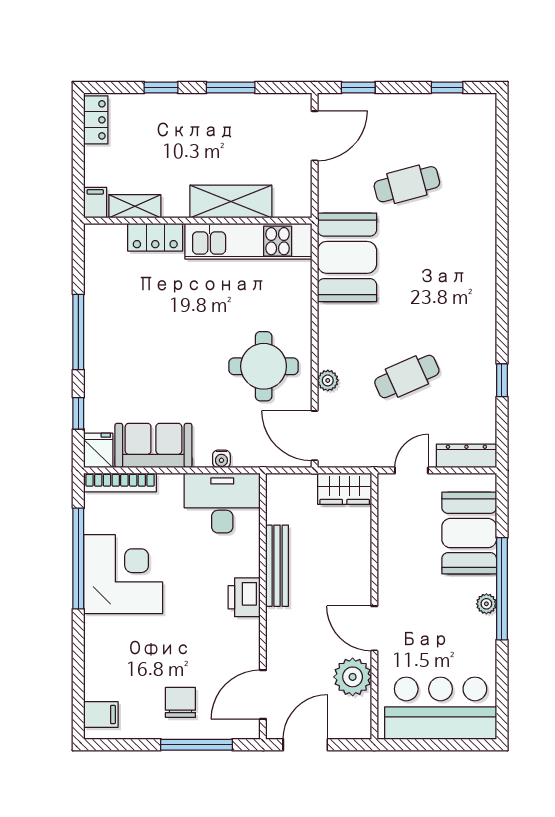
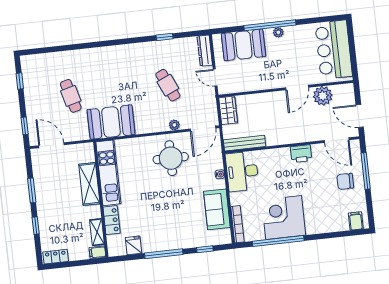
fridge: (98, 450) -> (134, 245), moved, turned 90
bench: (277, 566) -> (245, 143), moved
printer: (244, 597) -> (301, 154), moved

